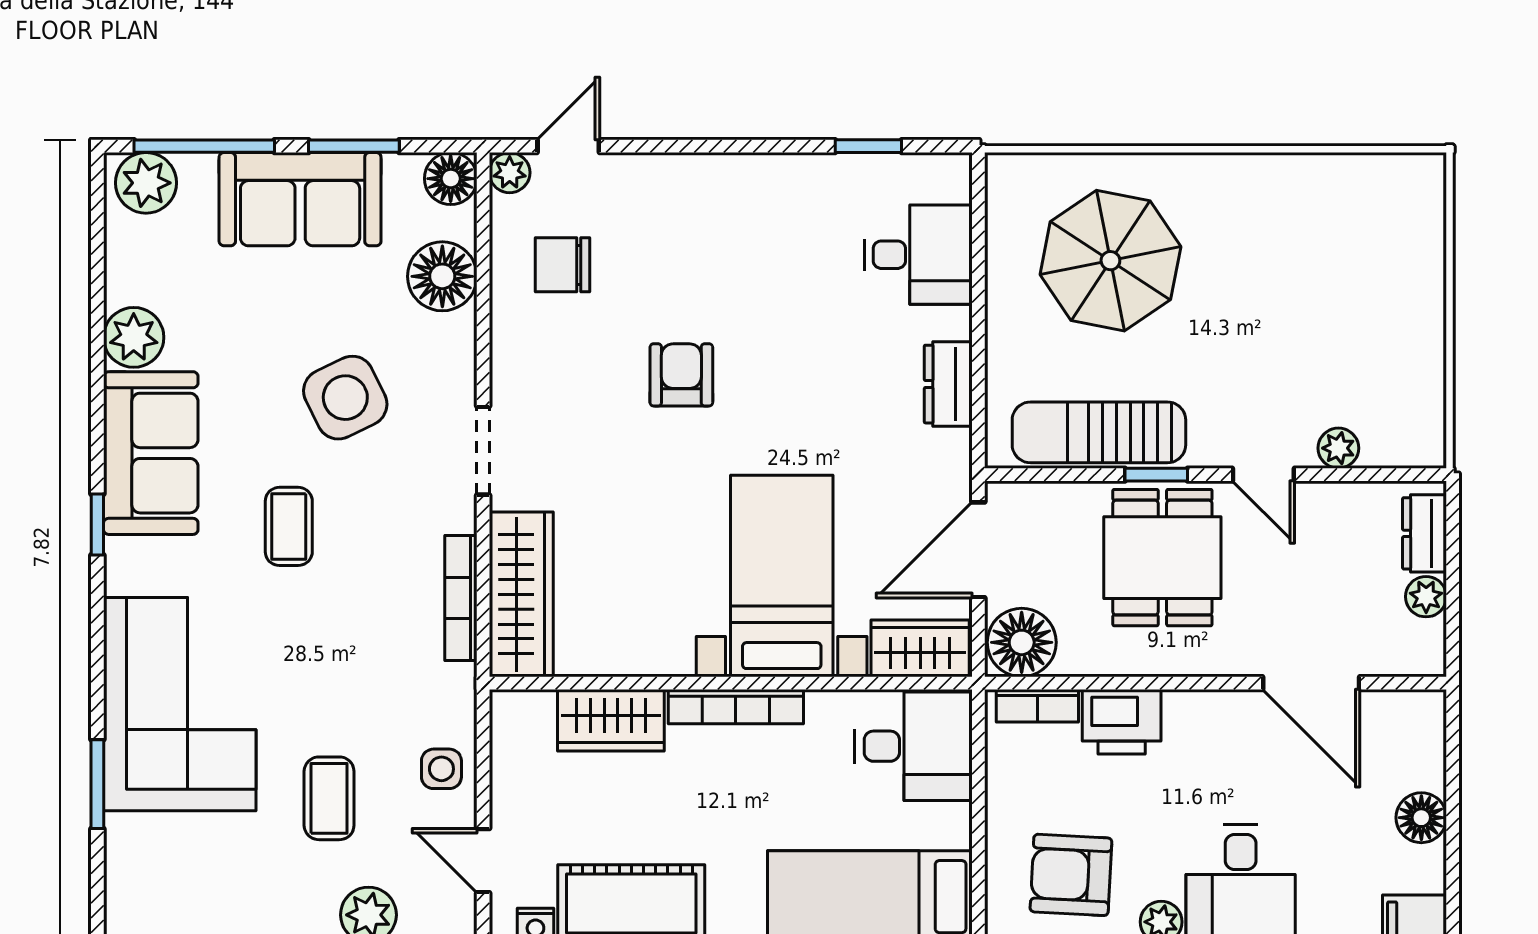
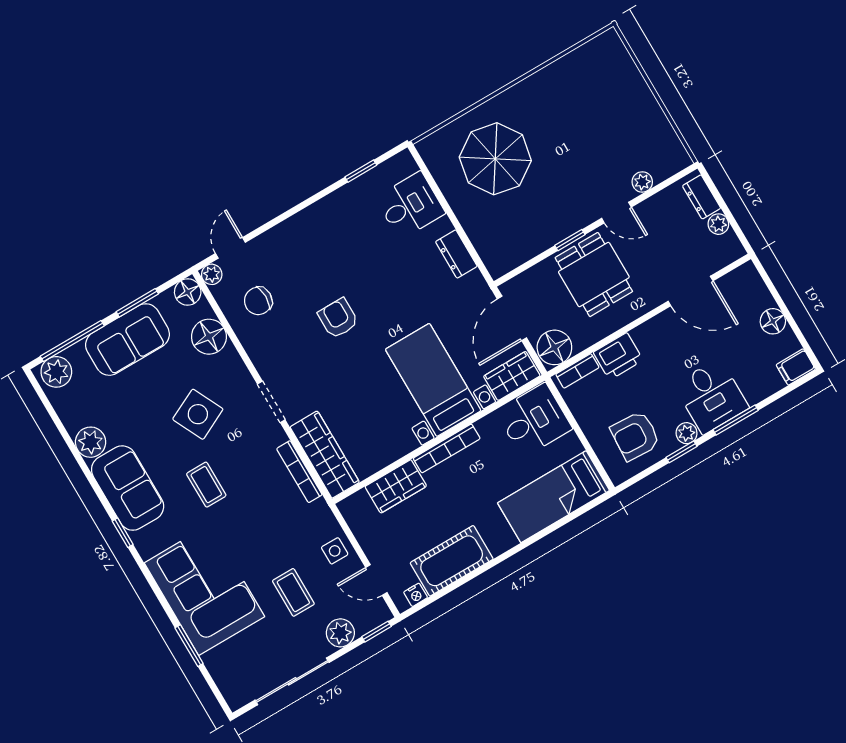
sun lounger: (1099, 432) -> (534, 236), removed

